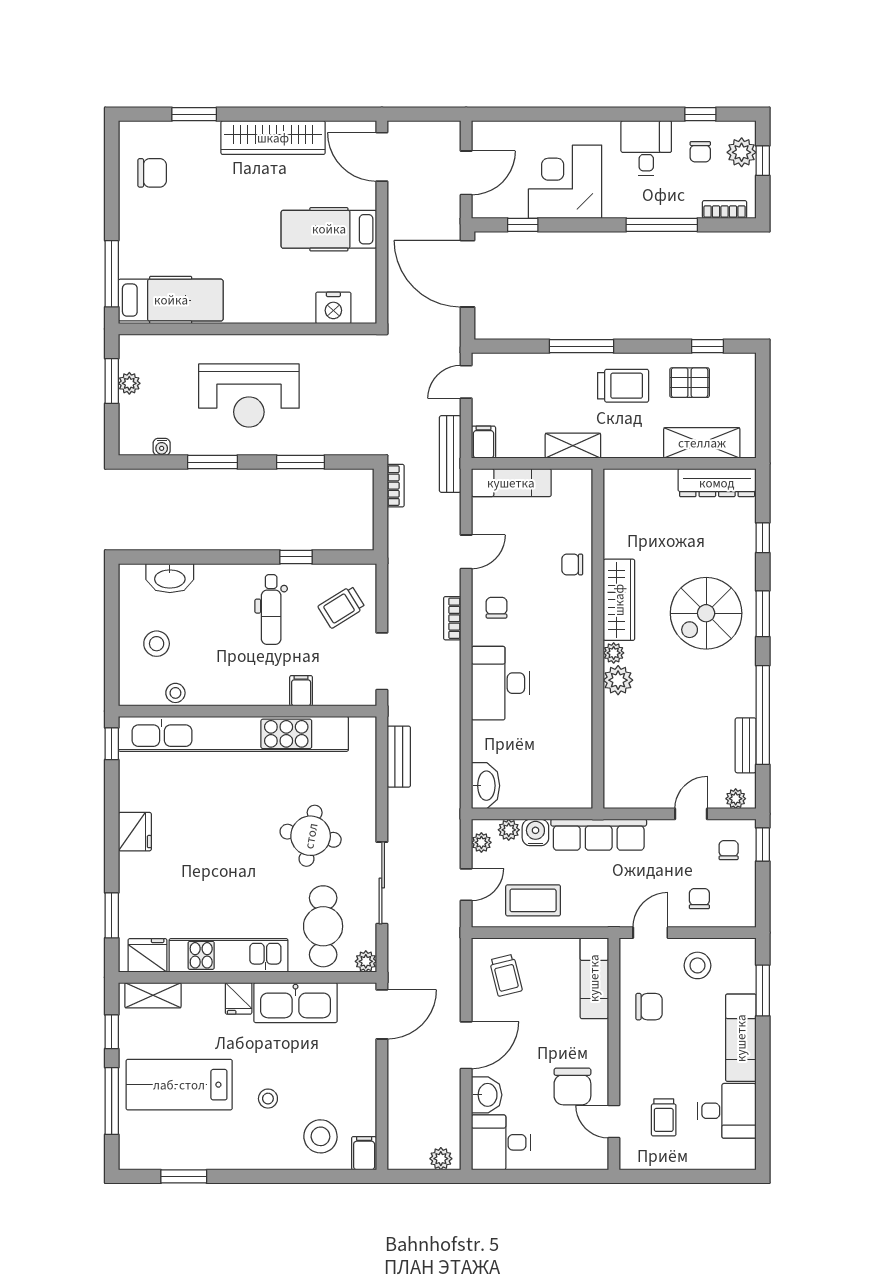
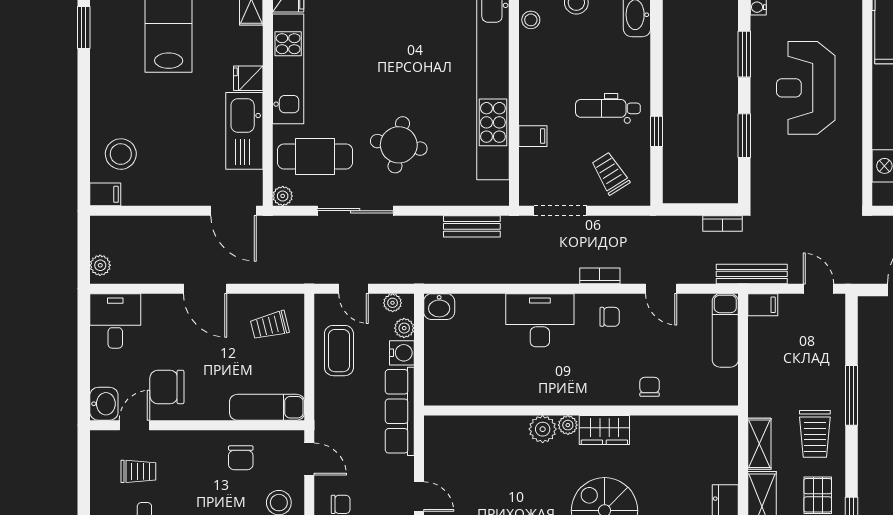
shelving: (573, 446) -> (759, 444), moved
wardrobe: (619, 600) -> (604, 430), width x0.67
washbasin: (486, 786) -> (439, 307), width x0.72
washbasin: (487, 1095) -> (104, 404), moved, turned -90
stool: (268, 1099) -> (156, 105), removed
trolley: (664, 1117) -> (138, 471), turned 180

